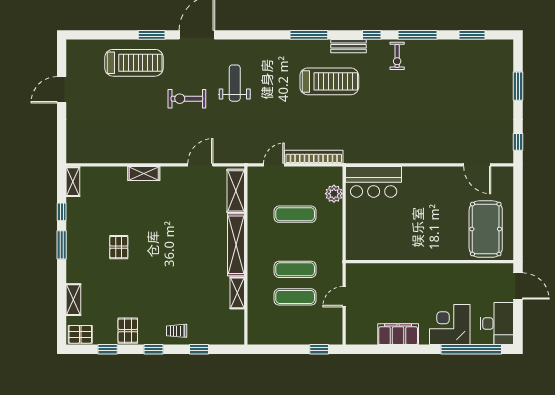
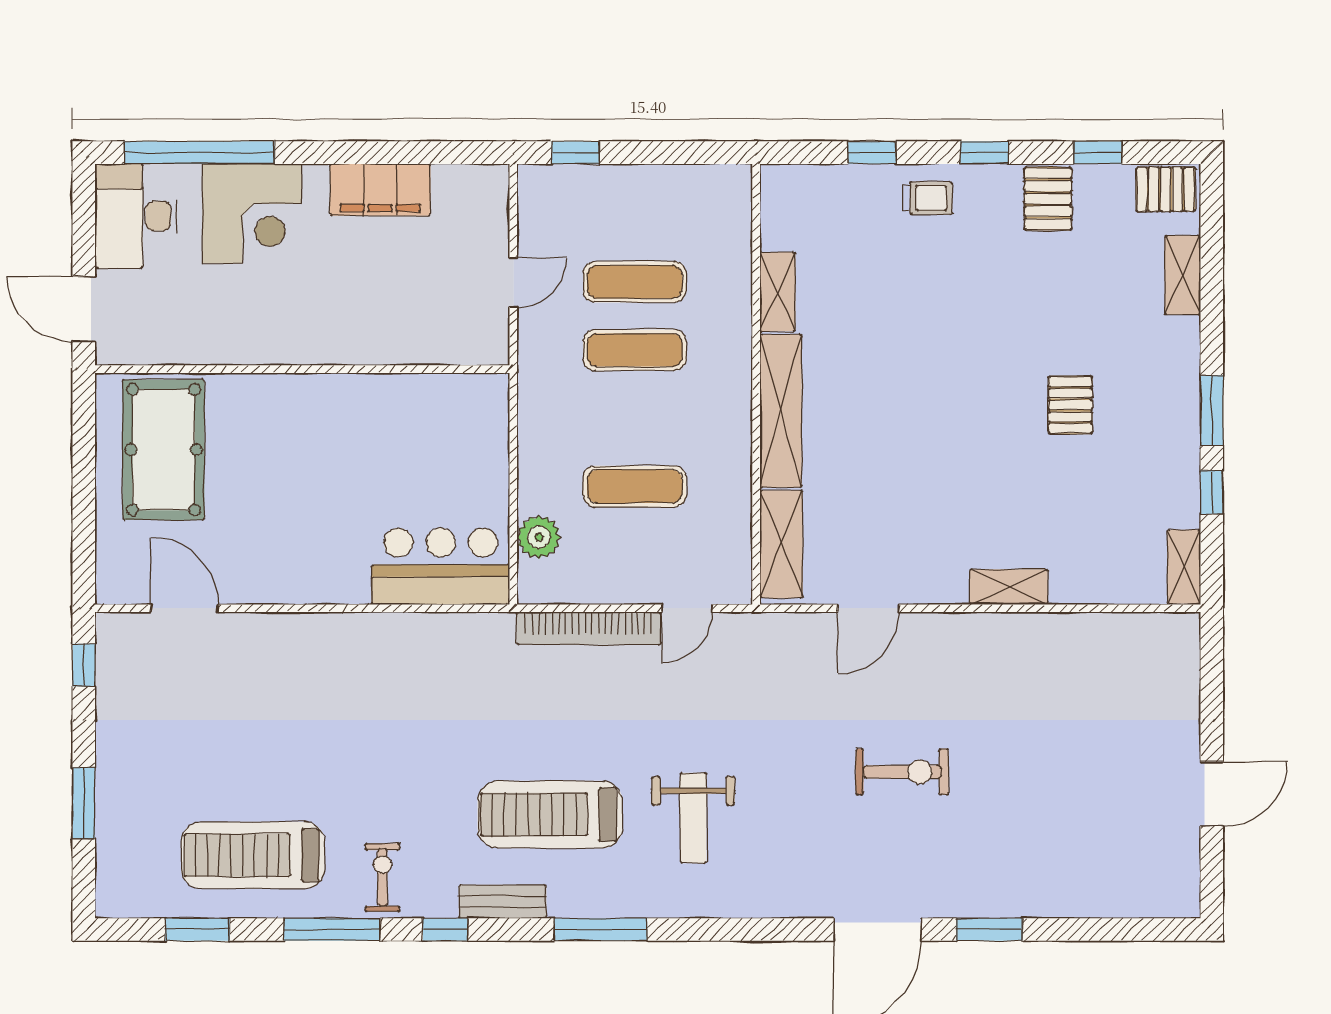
treadmill: (134, 63) -> (253, 855), moved
weight bench: (235, 83) -> (693, 818), moved

